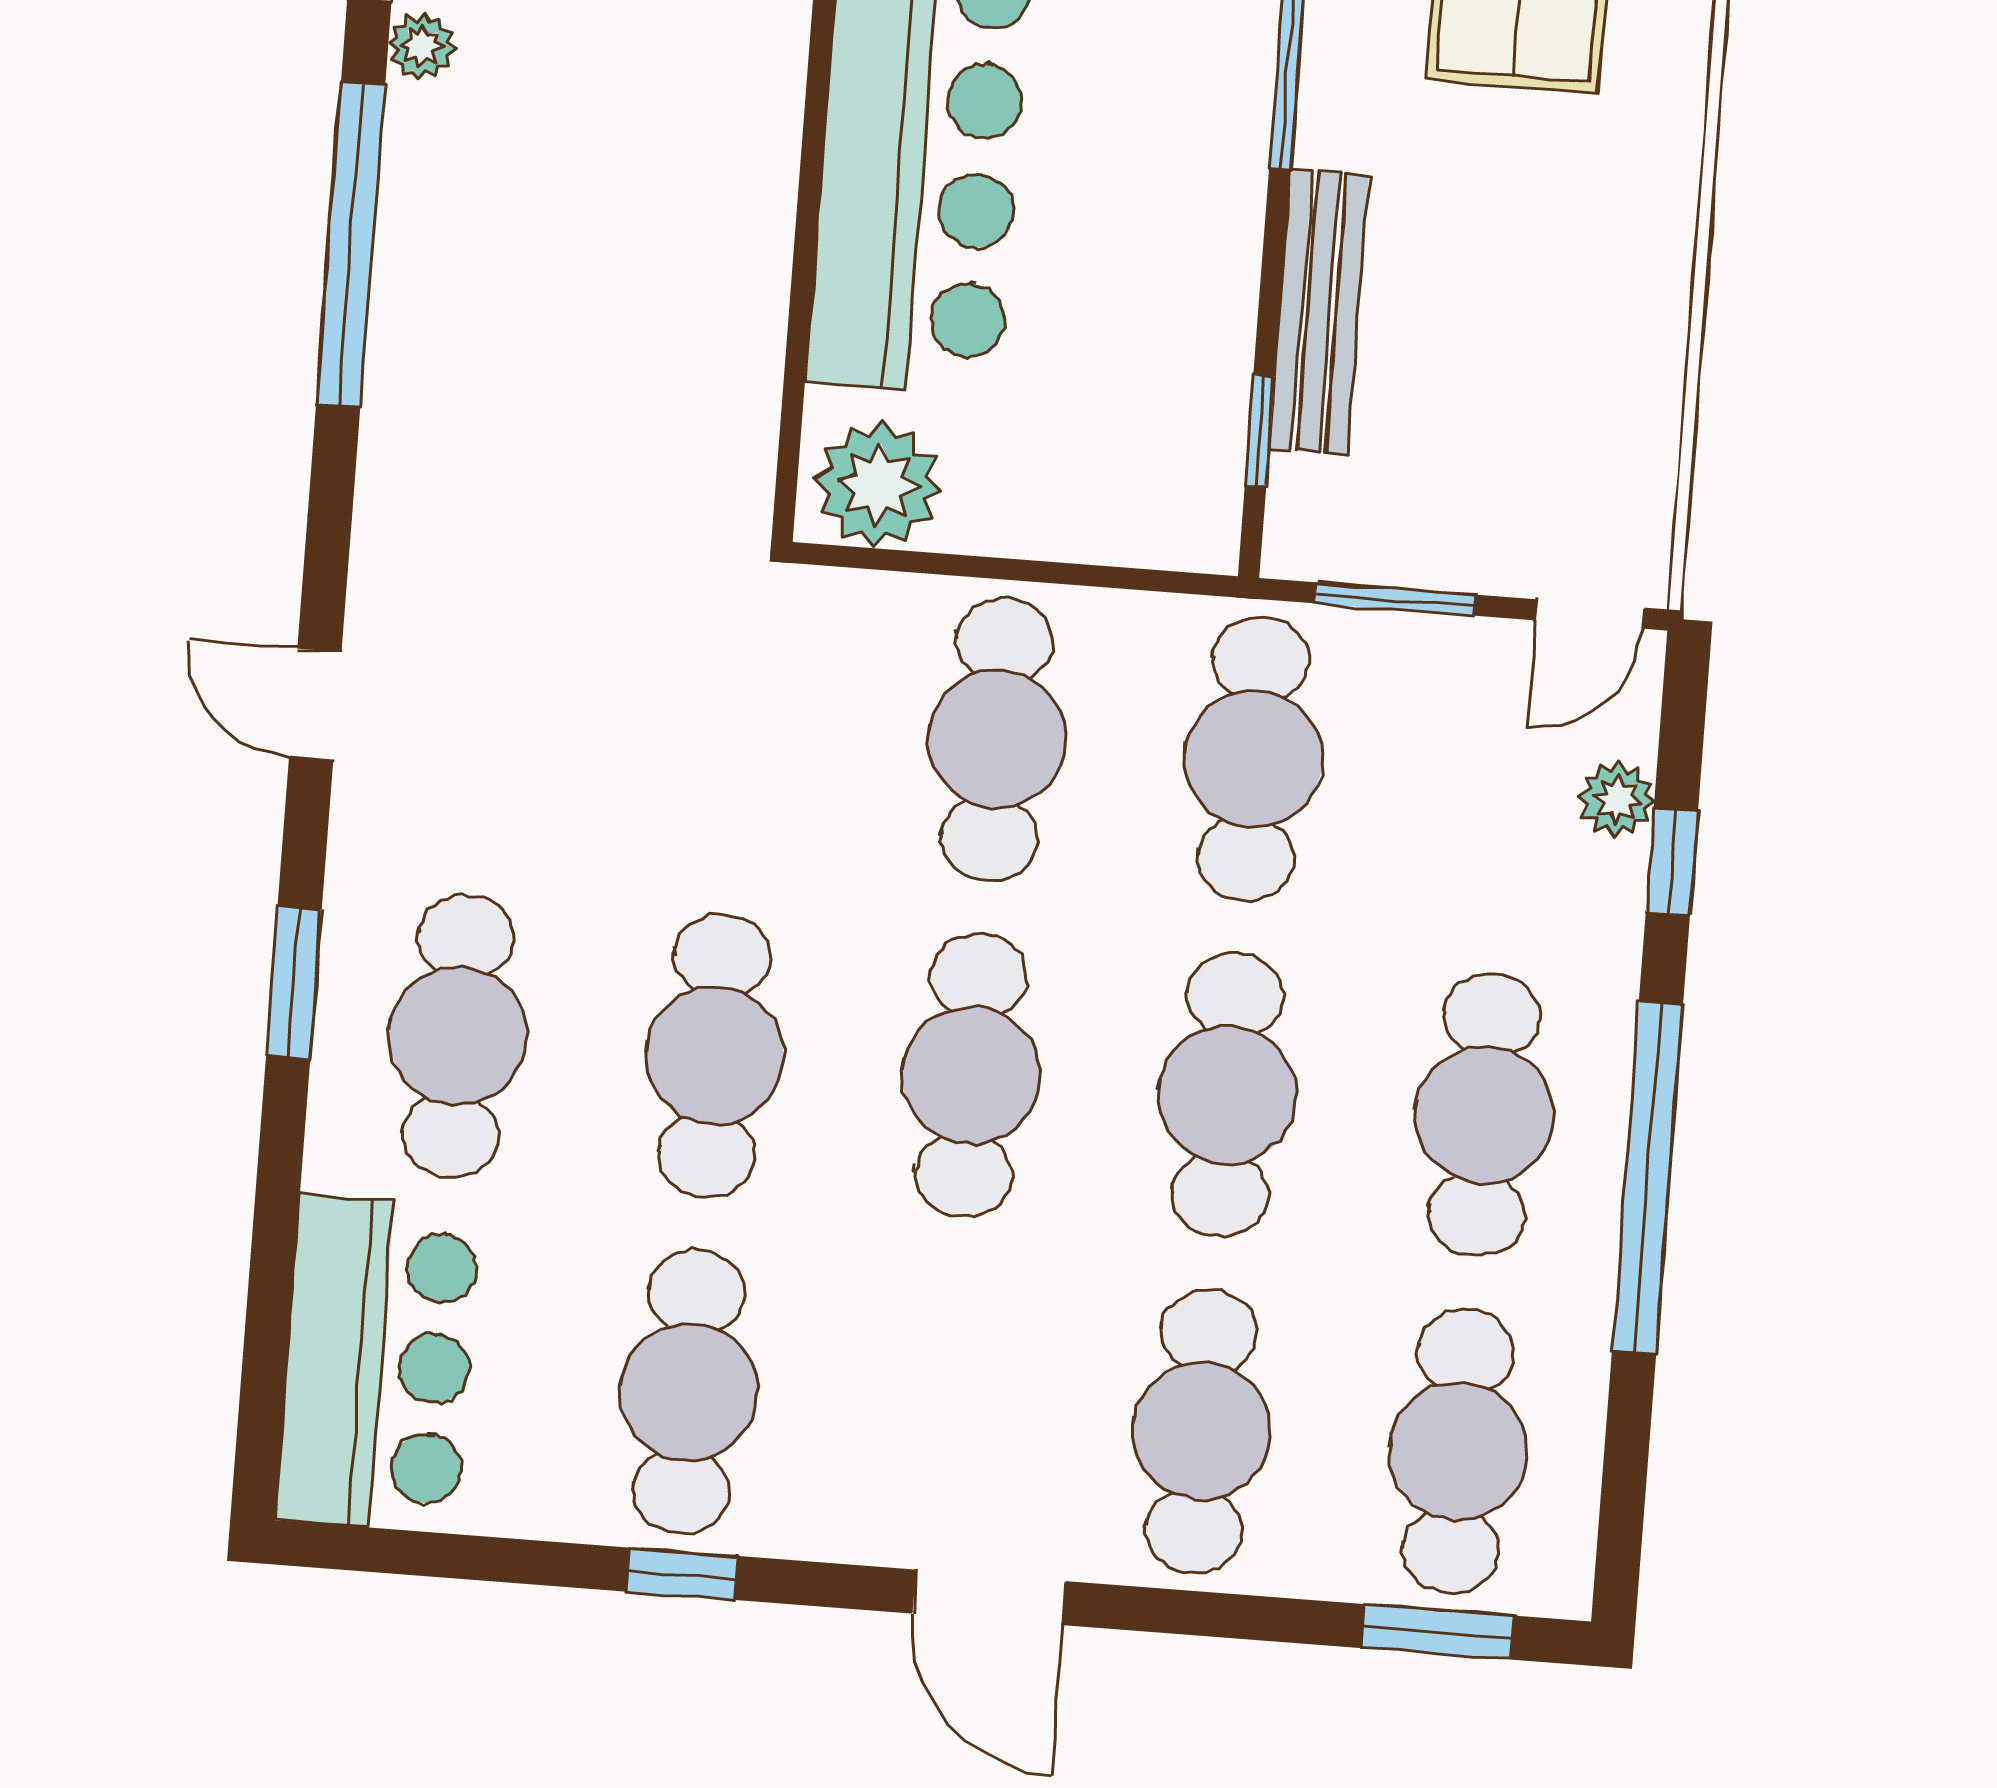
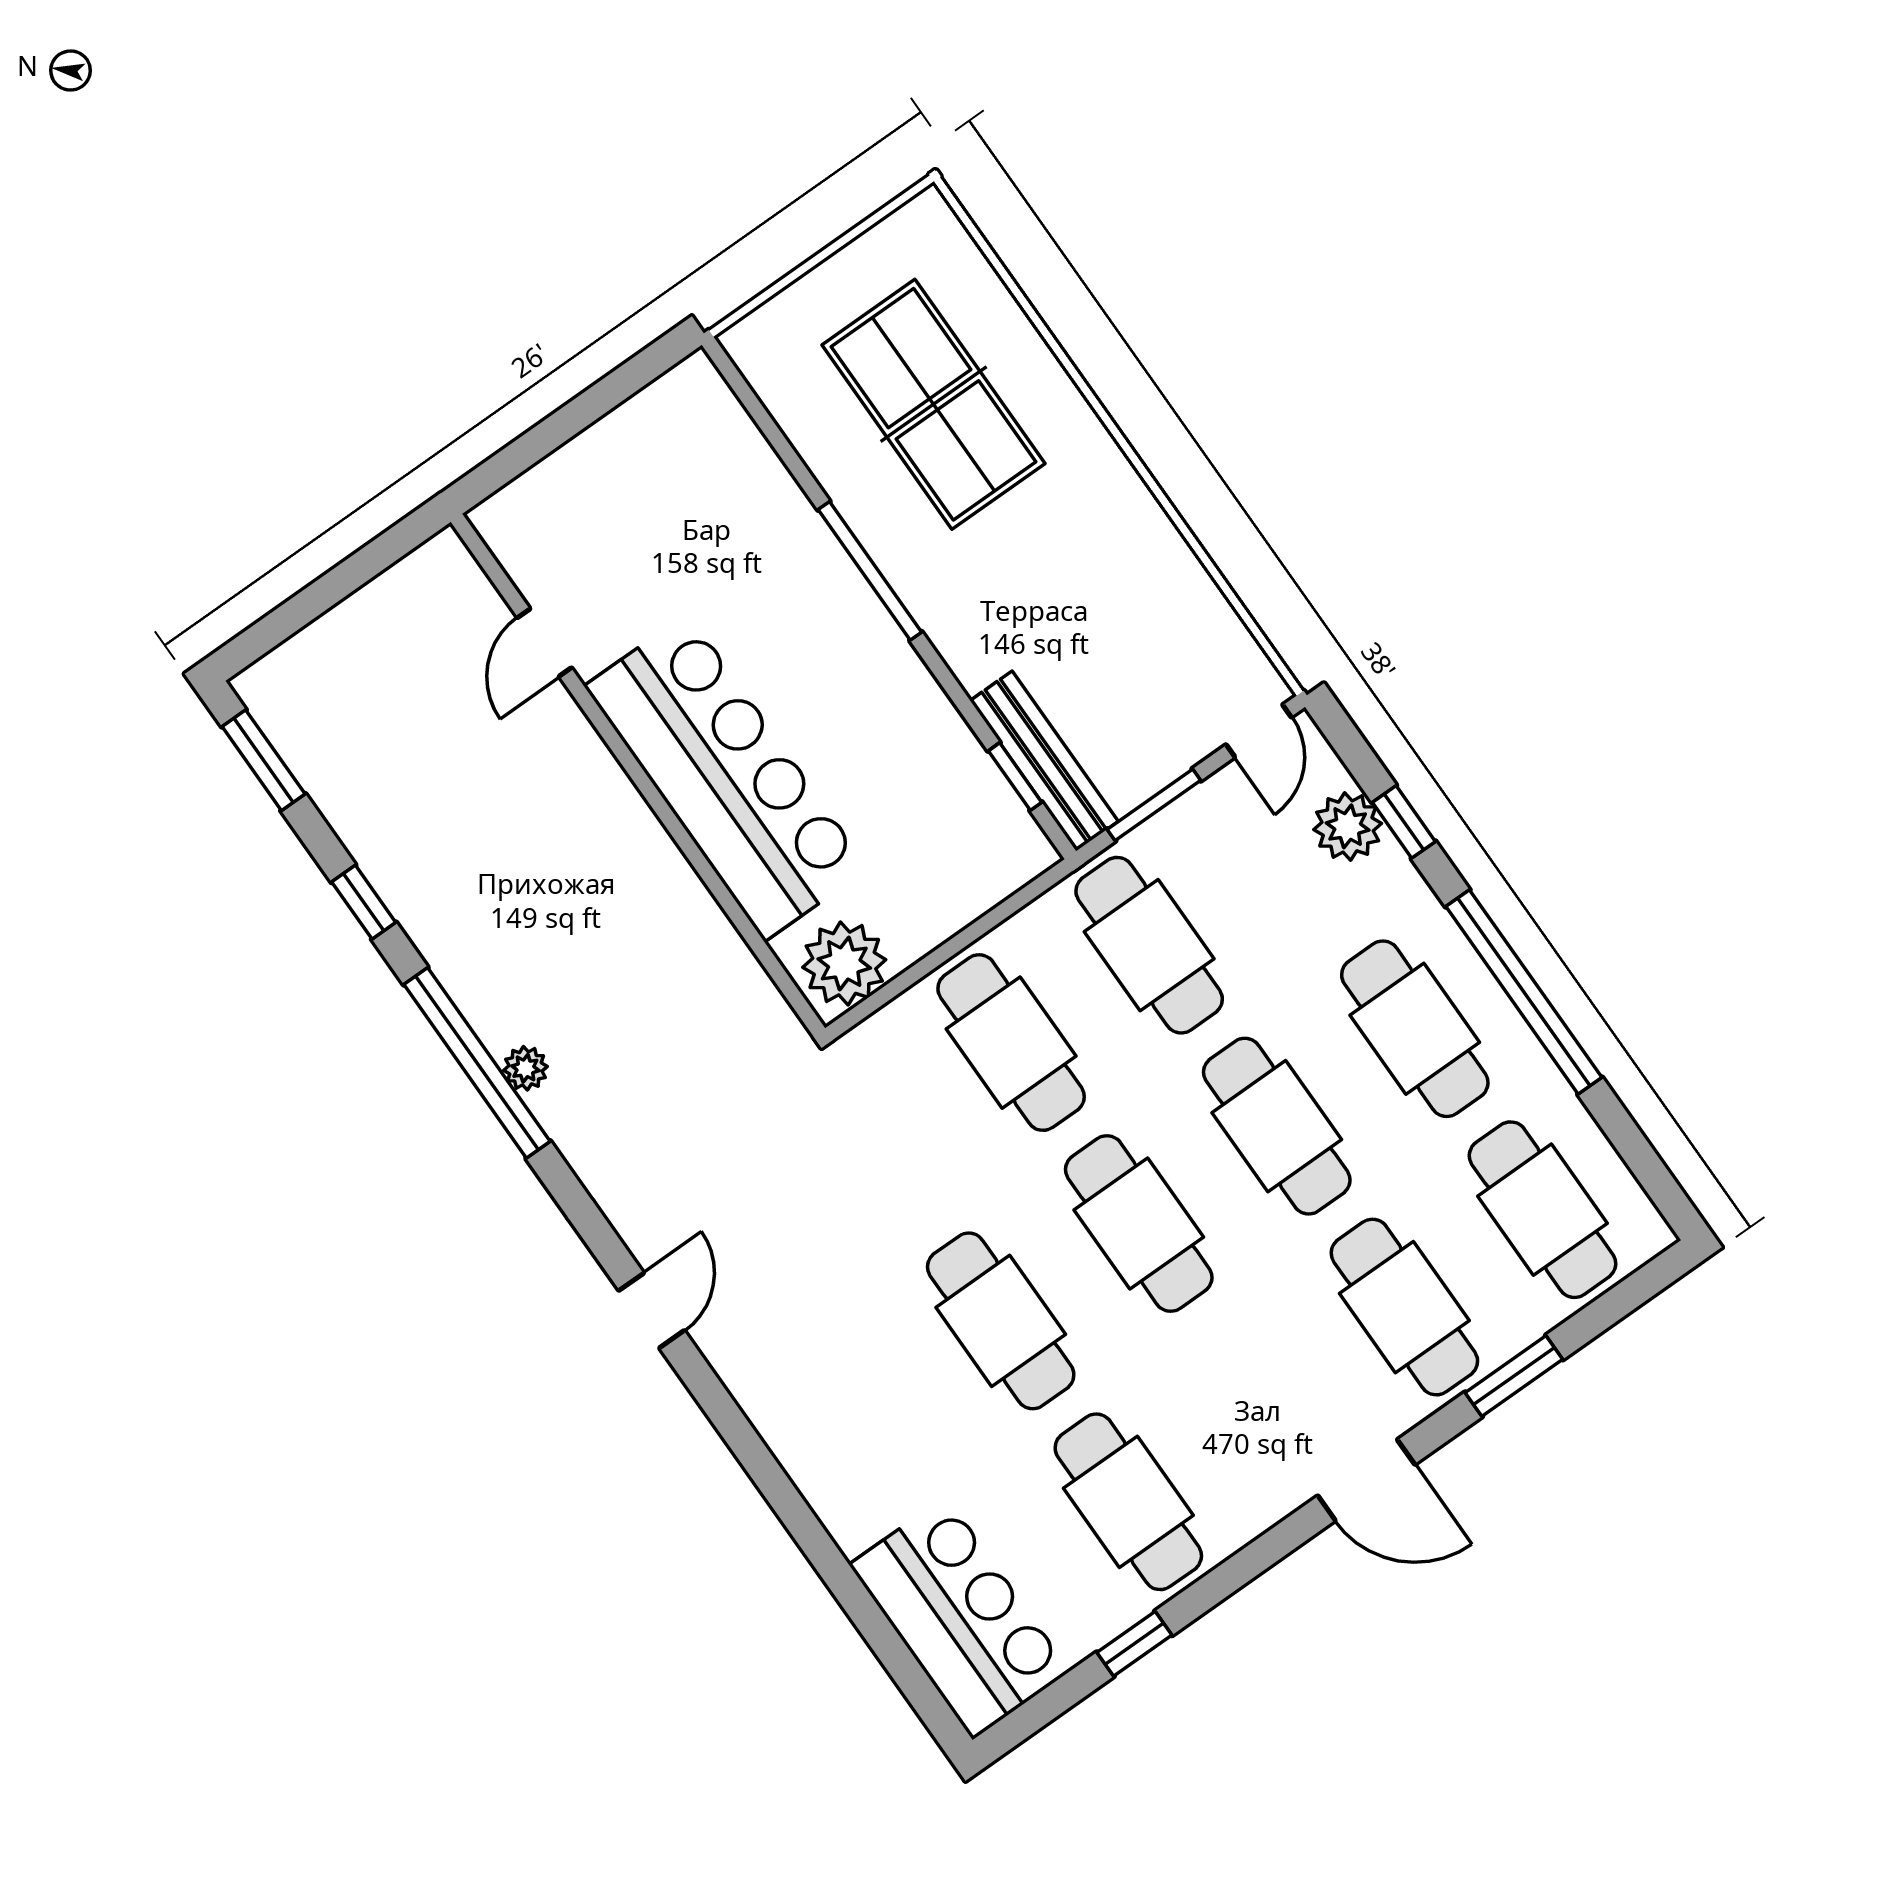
plant: (422, 46) -> (525, 1068), moved
bench: (1319, 312) -> (1044, 761), moved
door: (315, 705) -> (652, 1310), swing flipped
plant: (1617, 799) -> (1348, 826), width x1.38, depth x1.38
window: (294, 983) -> (757, 1460), removed
cafe table: (458, 1036) -> (863, 1418), removed
window: (681, 1574) -> (1134, 1644), moved
window: (1438, 1632) -> (1514, 1376), moved

